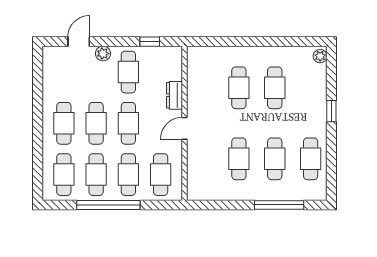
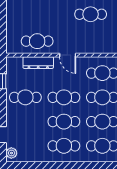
plant: (103, 54) -> (11, 153), moved
cafe table: (239, 88) -> (37, 41), moved
dresser: (175, 95) -> (38, 63), width x1.44

